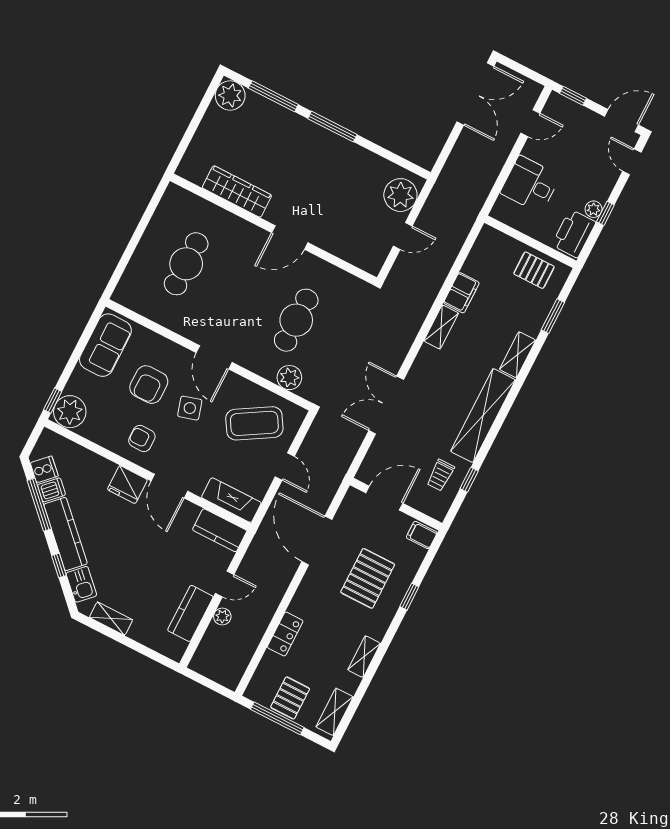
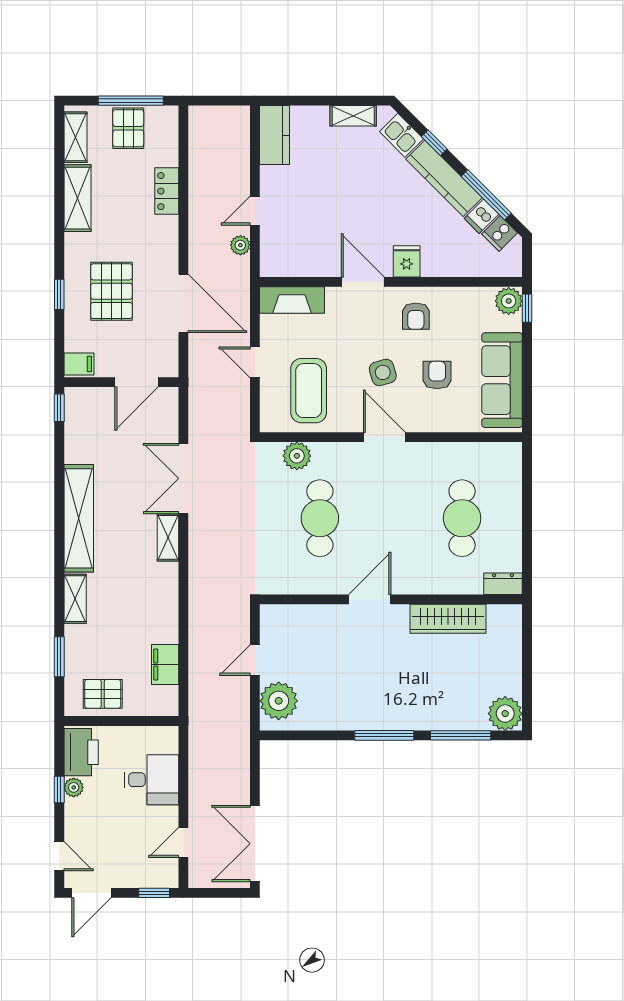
dresser: (180, 197) -> (503, 584), added
filing cabinet: (461, 293) -> (165, 665), moved
shelving: (441, 327) -> (168, 537), moved
sofa: (105, 345) -> (502, 380), width x1.36
armchair: (149, 385) -> (437, 375), width x0.72, depth x0.72
double door: (386, 405) -> (183, 478), swing flipped
plant: (70, 412) -> (509, 301), width x0.73, depth x0.73
coffee table: (254, 423) -> (309, 391), turned -59
armchair: (142, 438) -> (416, 316), turned 90
trolley: (440, 475) -> (91, 435), removed
window: (469, 480) -> (59, 408), moved
fridge: (127, 485) -> (407, 261), width x0.72
kitchen counter: (220, 530) -> (288, 263), removed
kitchen counter: (190, 613) -> (275, 135), moved
plant: (222, 616) -> (240, 245), moved
shelving: (364, 657) -> (77, 198), width x1.50, depth x1.33

